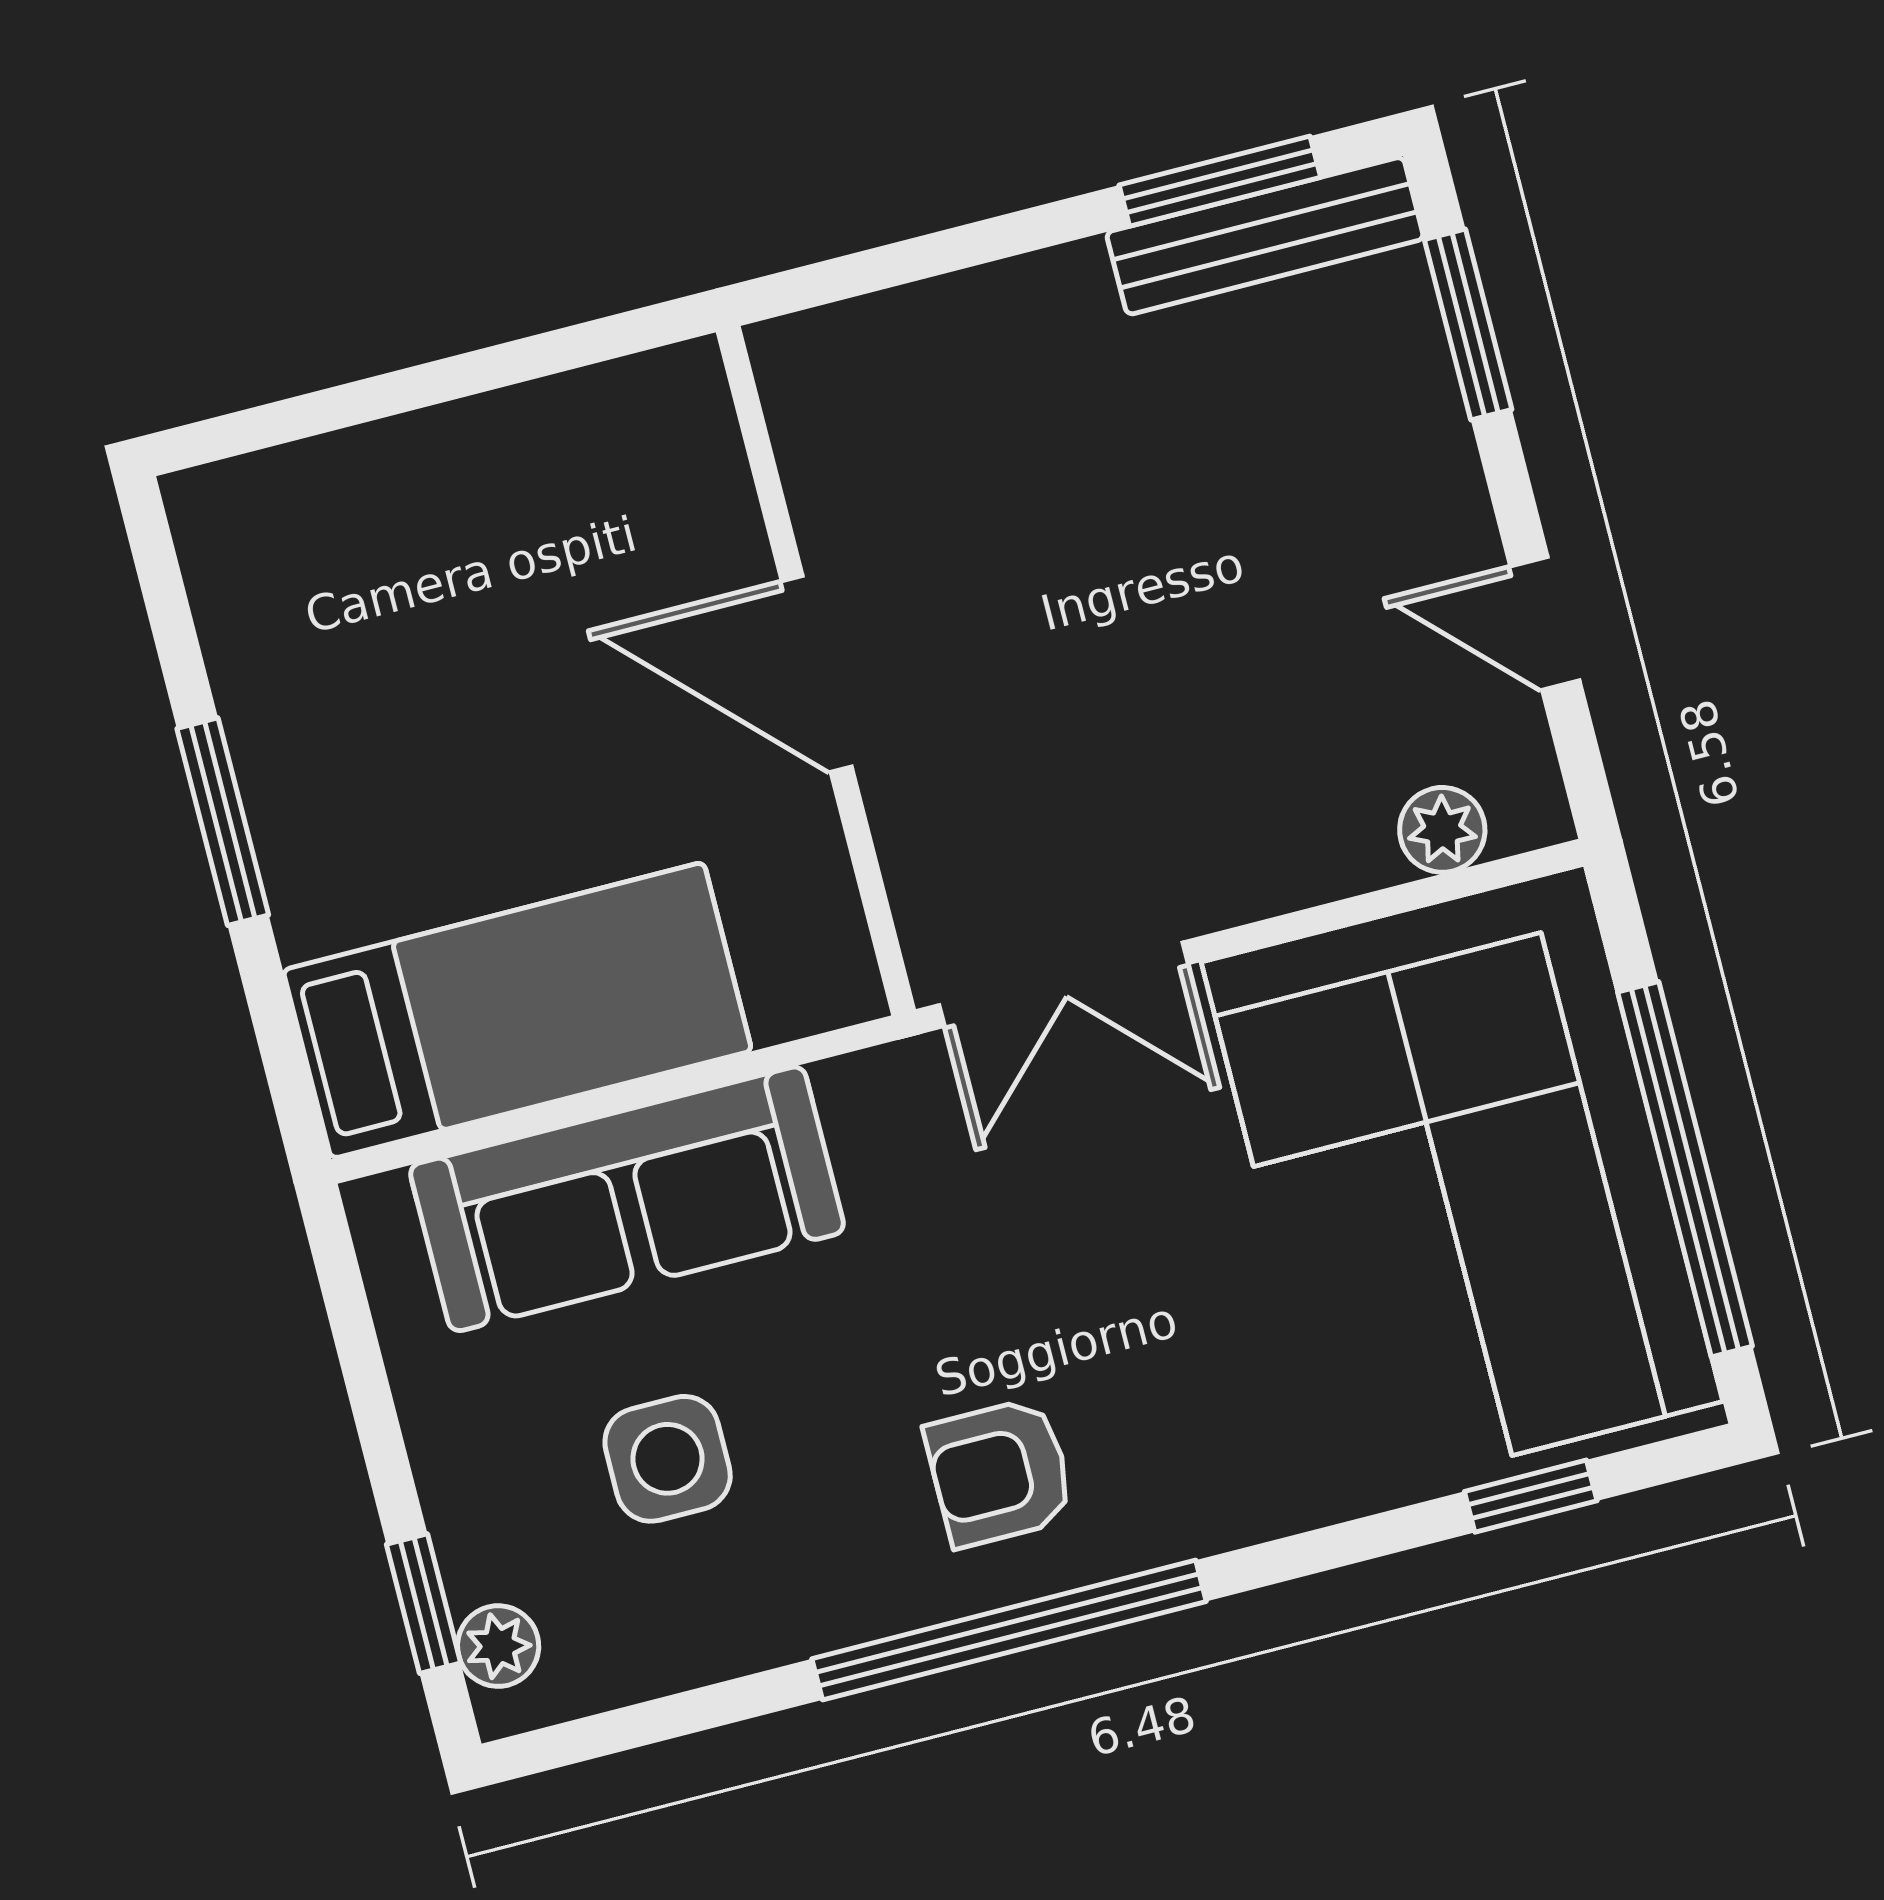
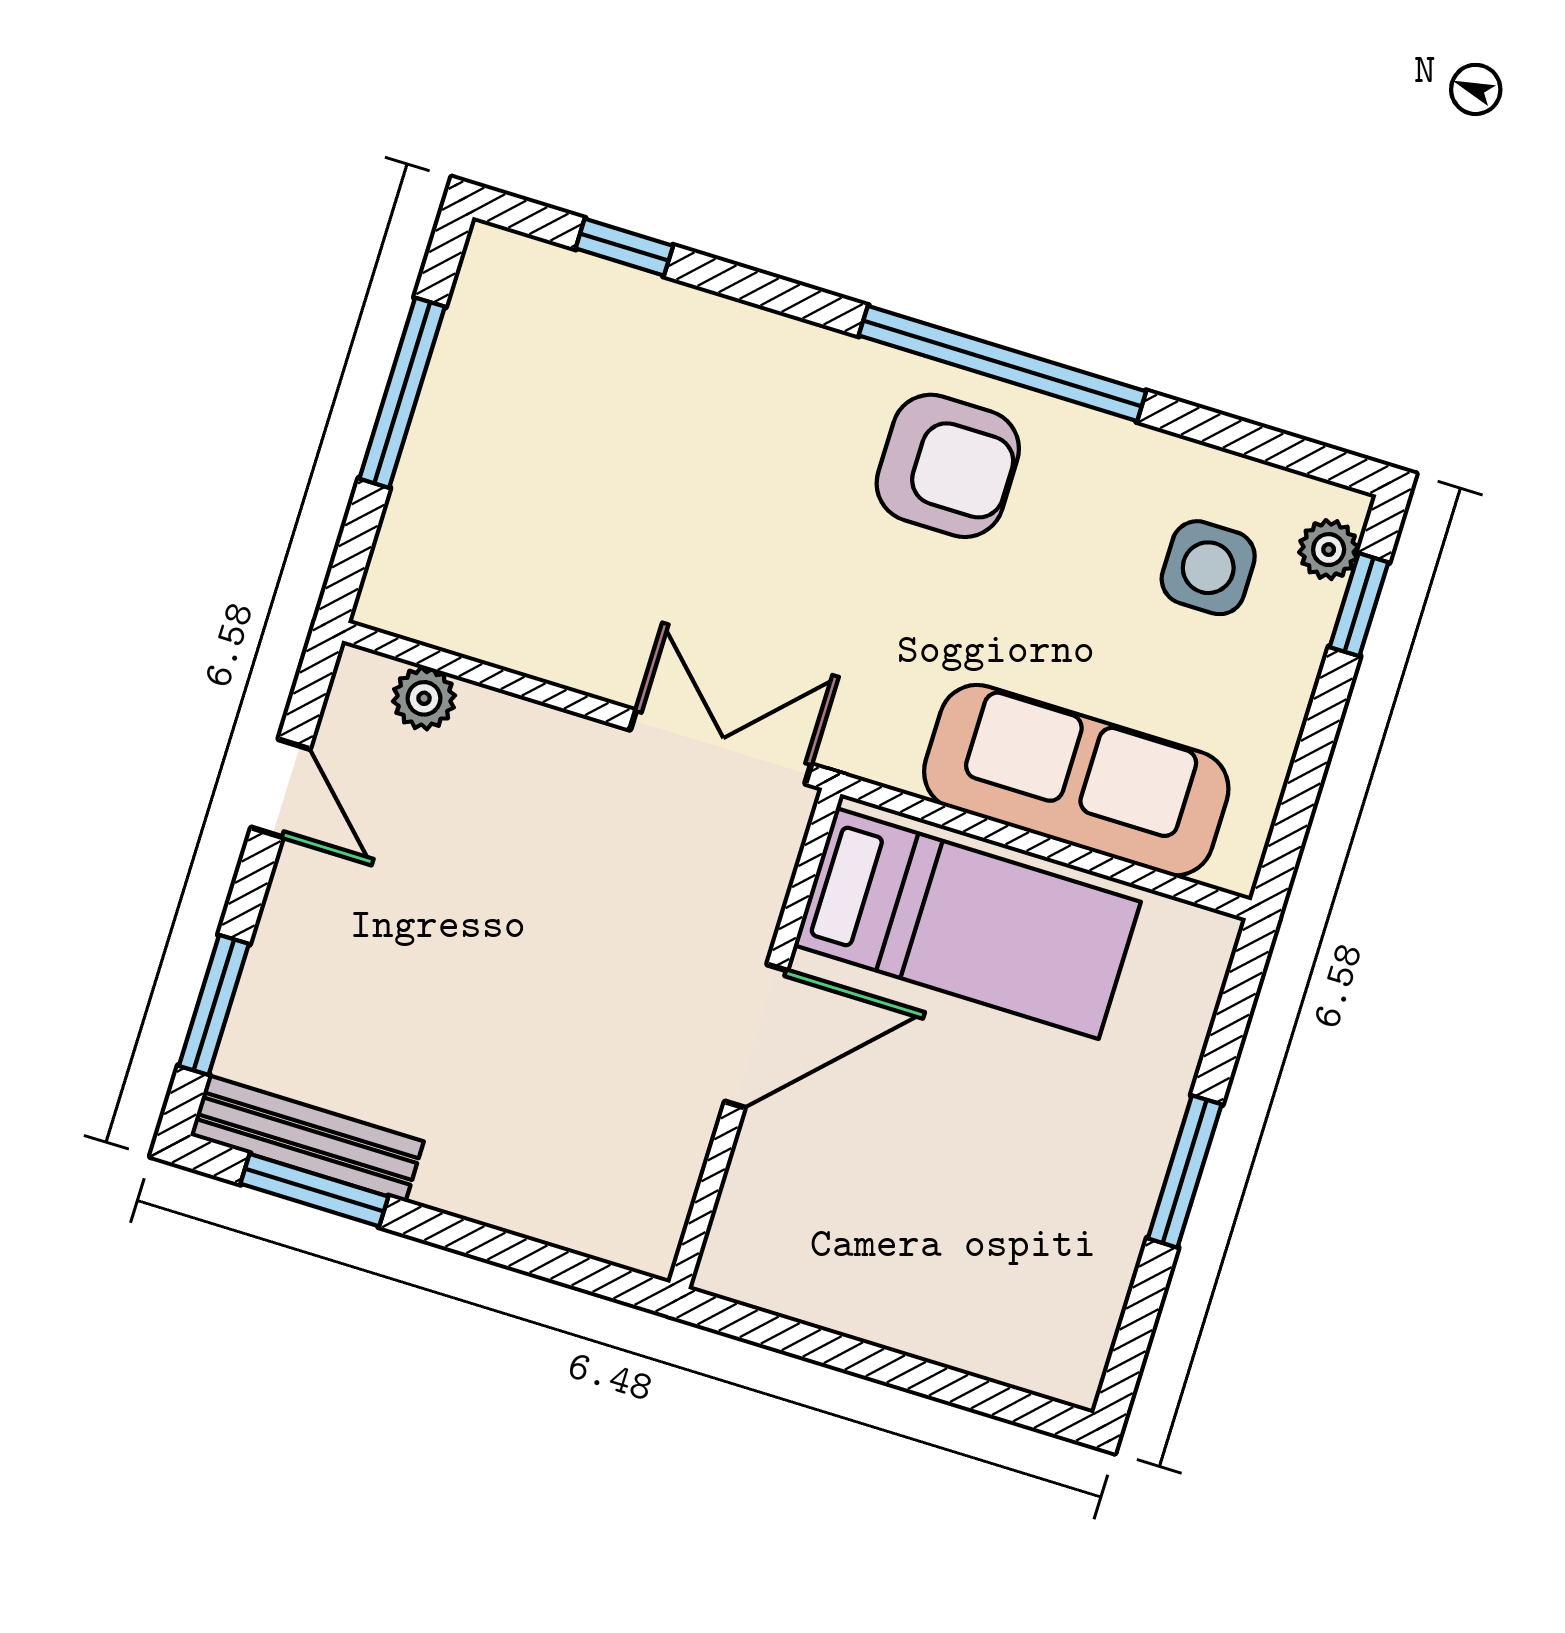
door: (817, 674) -> (756, 1036), hinge flipped
bed: (517, 1010) -> (967, 924), moved, turned 180
window: (1685, 1169) -> (402, 393), width x0.68
corner sofa: (1462, 1182) -> (547, 470), removed
side table: (668, 1459) -> (1208, 568), moved
armchair: (1000, 1472) -> (948, 466), width x1.38, depth x1.38

